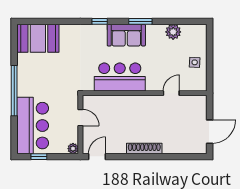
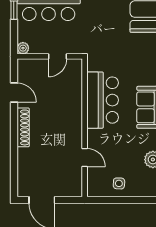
door: (97, 157) -> (14, 93), moved

